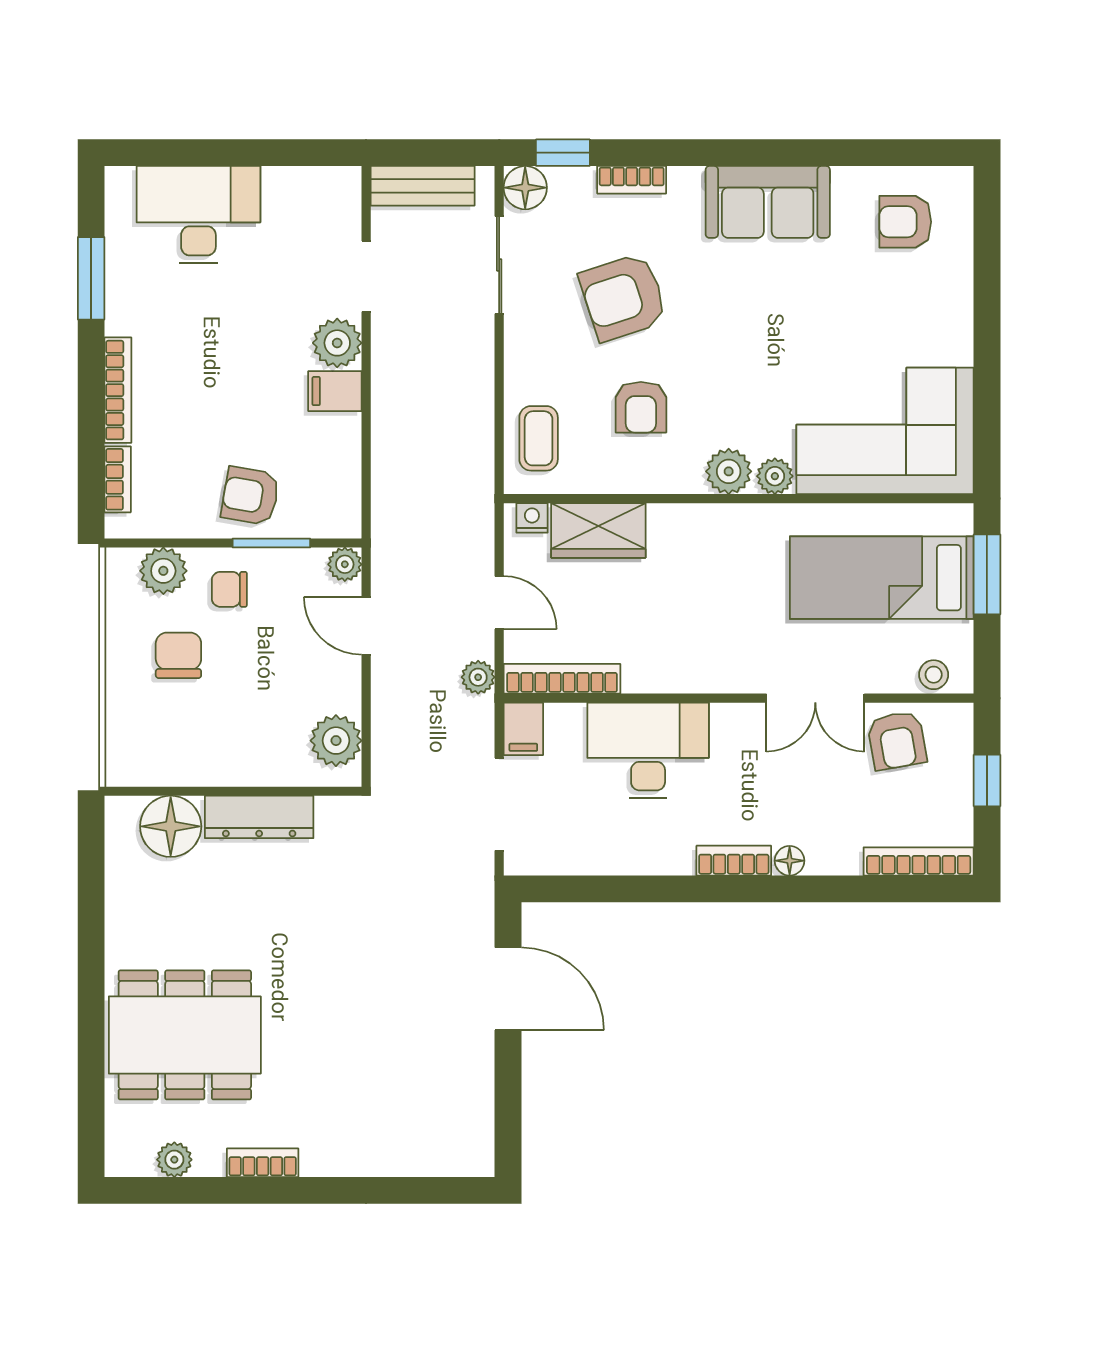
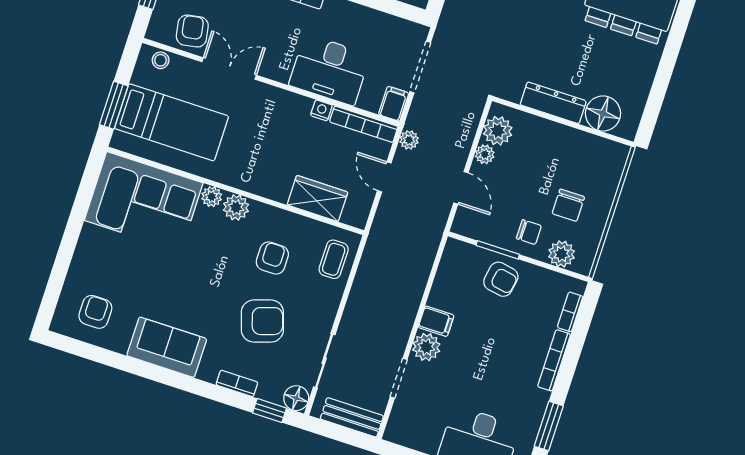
armchair: (905, 222) -> (95, 312), turned -90
nightstand: (532, 518) -> (321, 110), moved, turned 180
plant: (345, 564) -> (485, 154), moved

